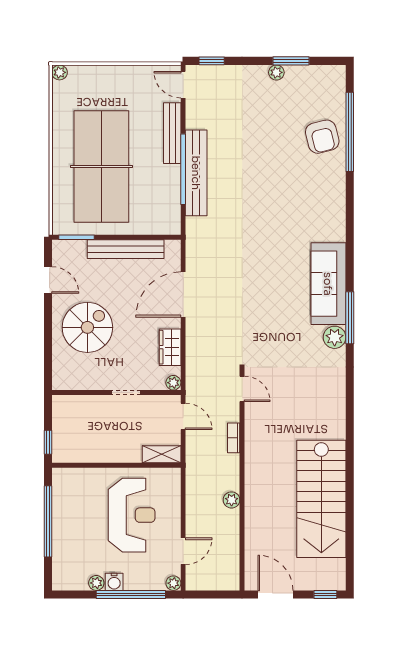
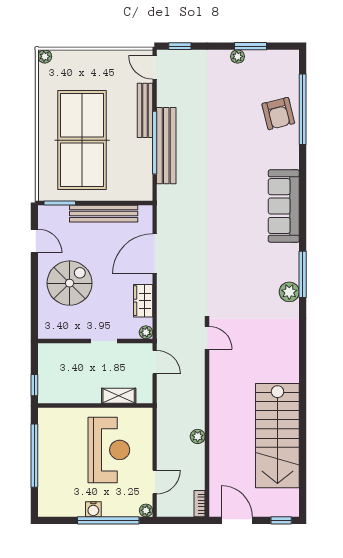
sofa: (328, 284) -> (284, 206), moved
bookcase: (234, 438) -> (200, 504), moved
shelving: (162, 454) -> (119, 396), moved
plant: (96, 583) -> (77, 510), removed

